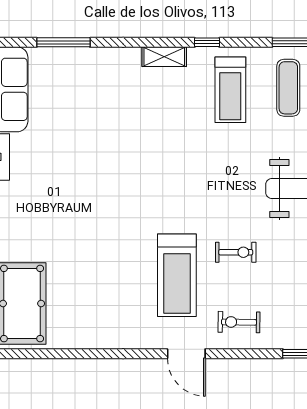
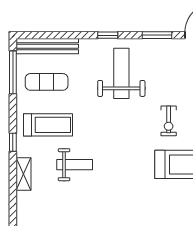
weight bench: (177, 126) -> (75, 165), added
exercise bike: (236, 252) -> (169, 121), turned 180

